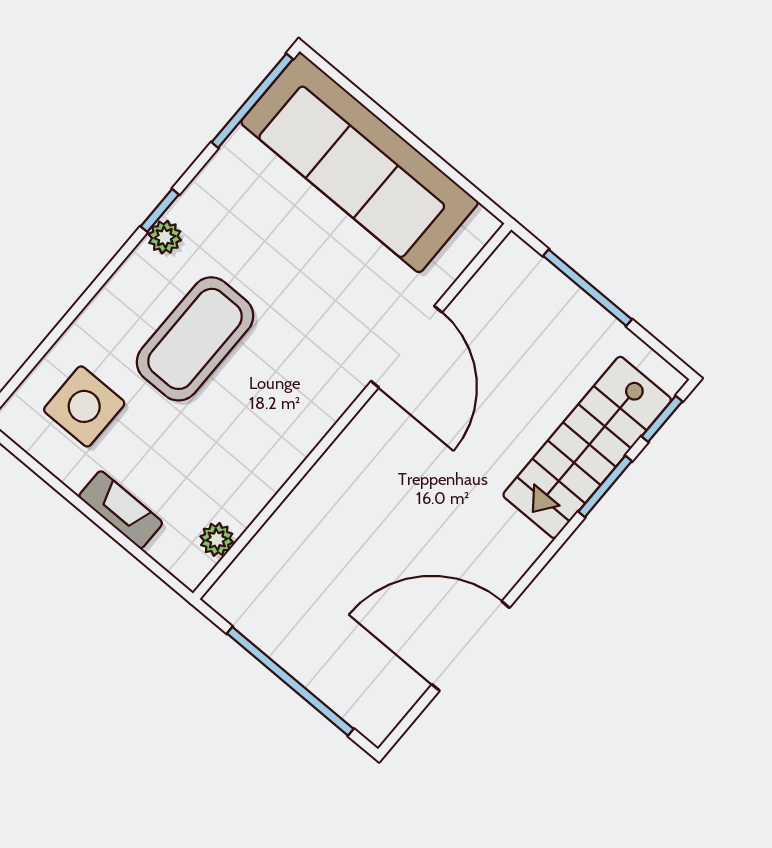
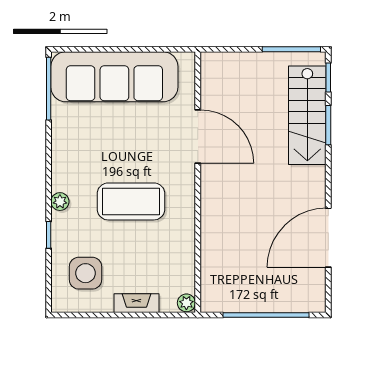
window: (160, 210) -> (49, 235), moved
plant: (165, 237) -> (60, 202), moved
window: (587, 288) -> (291, 49), moved
coffee table: (195, 339) -> (131, 201), moved, turned 90
plant: (217, 539) -> (186, 303), moved

